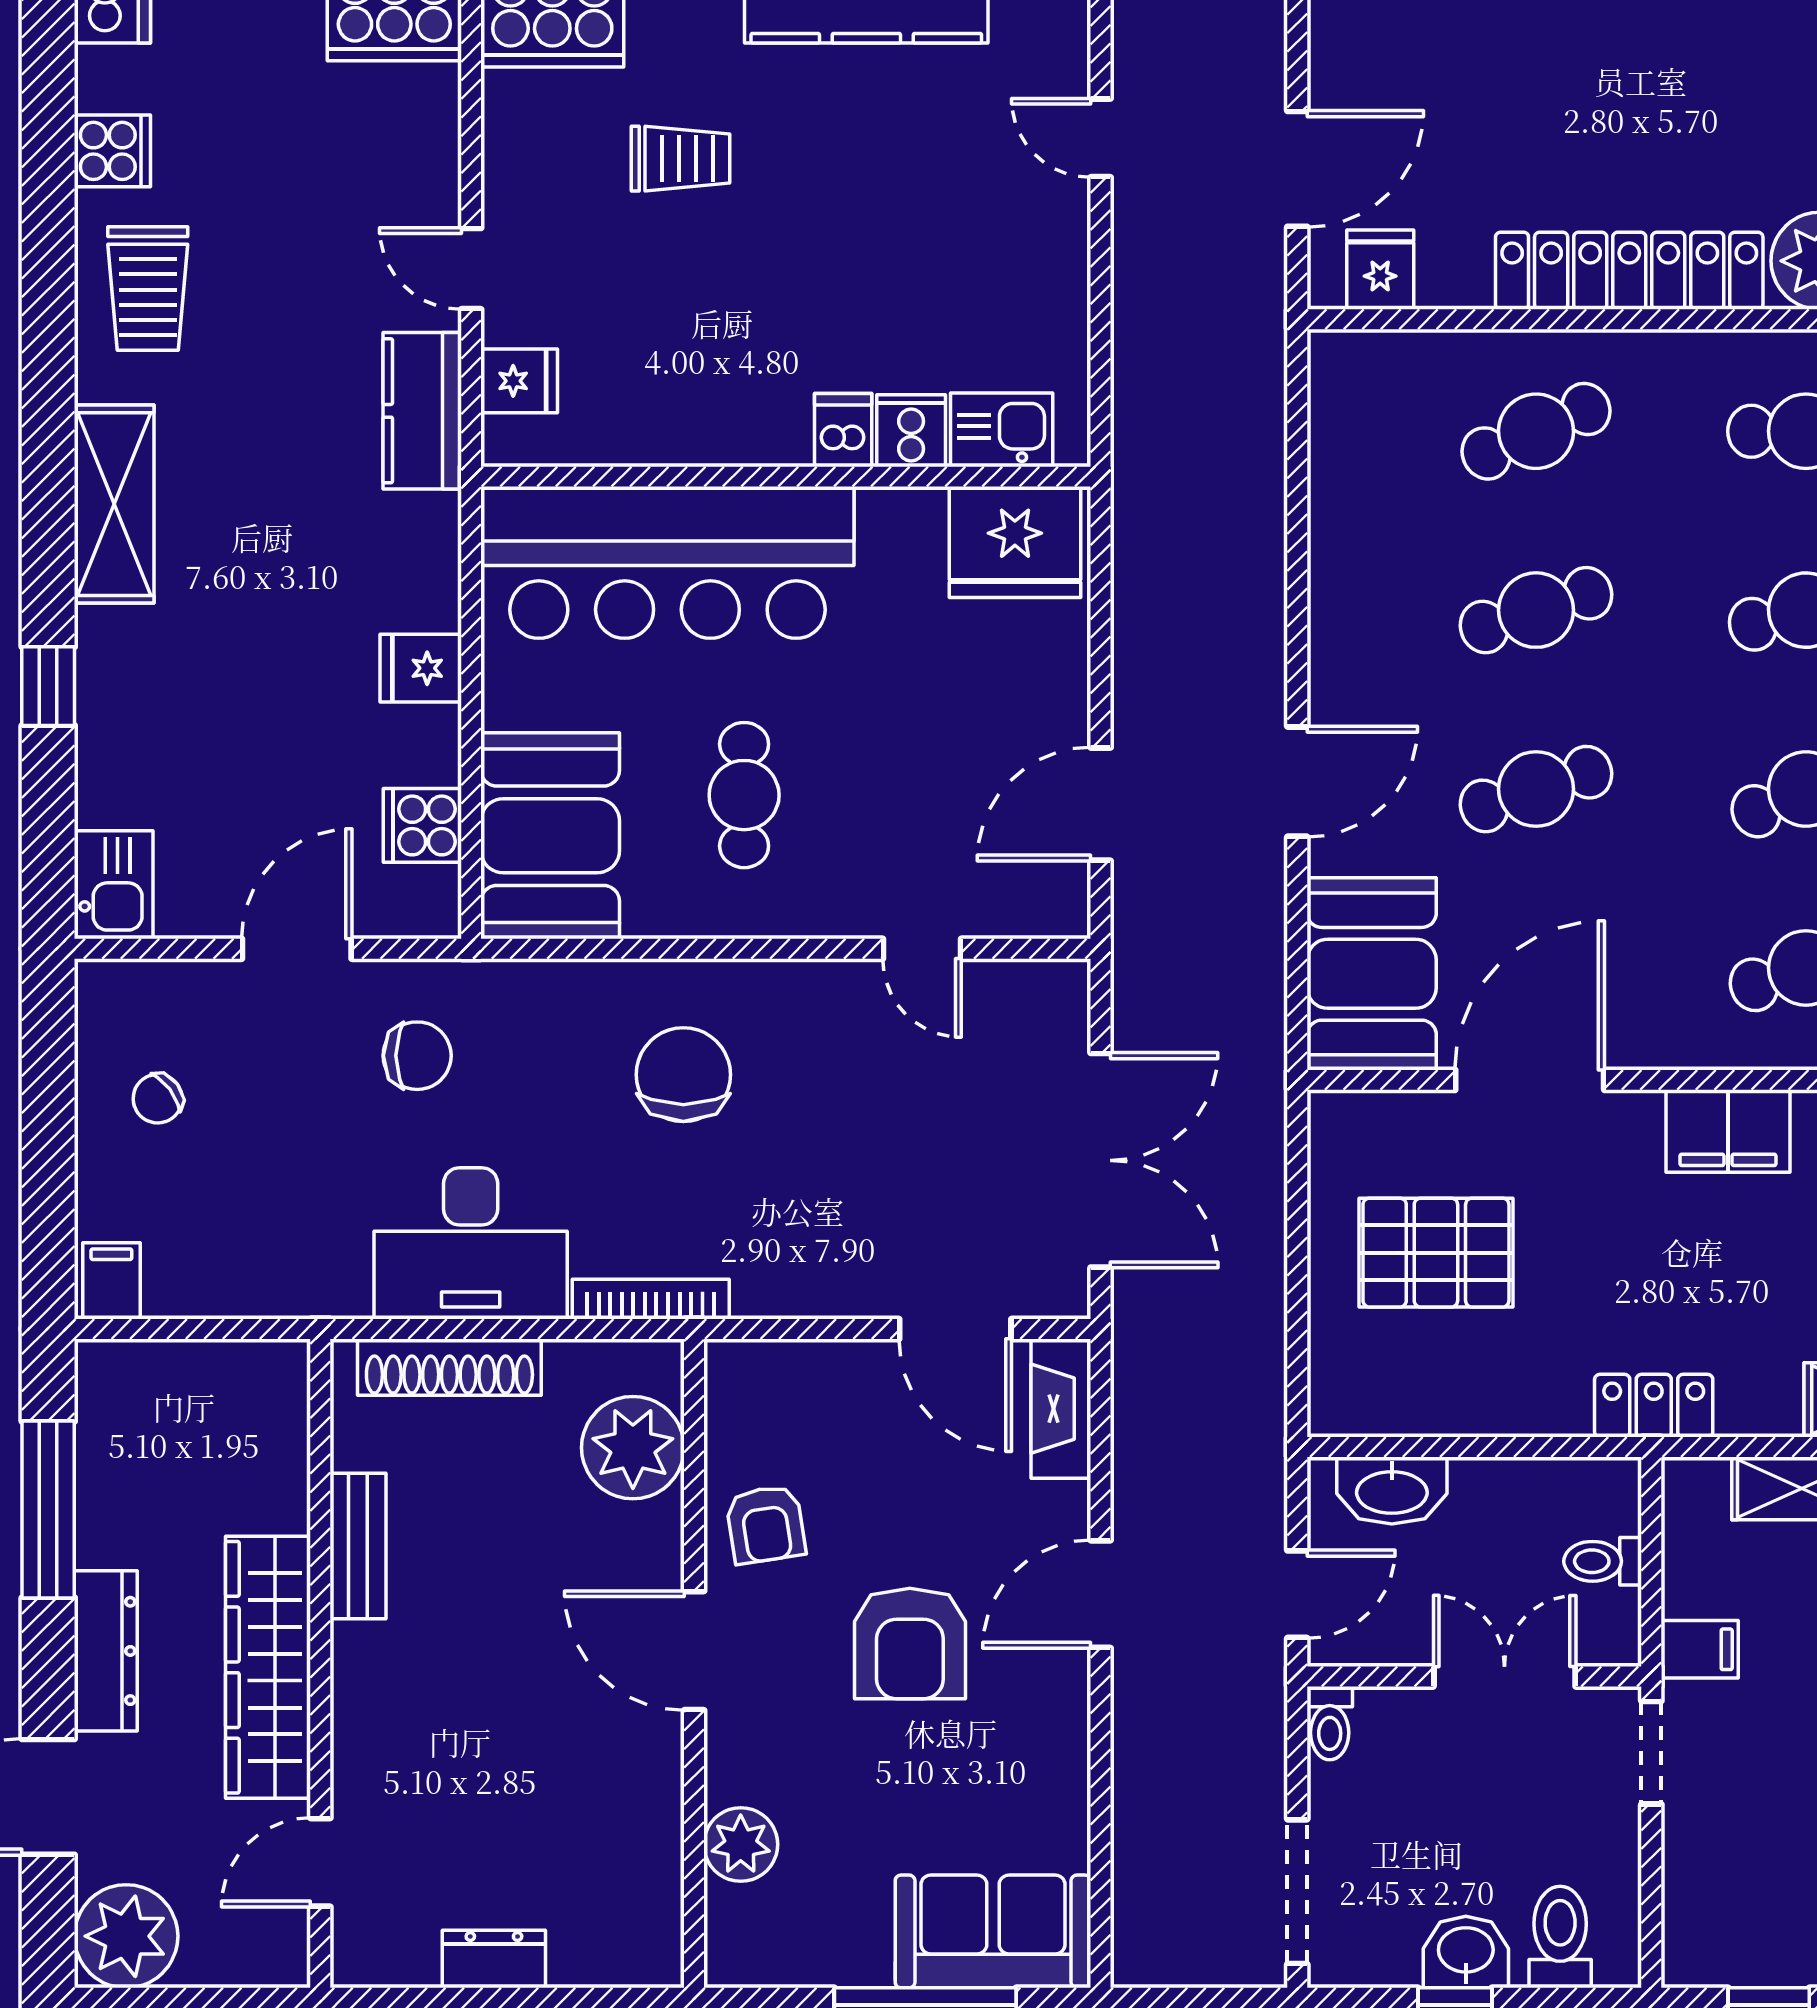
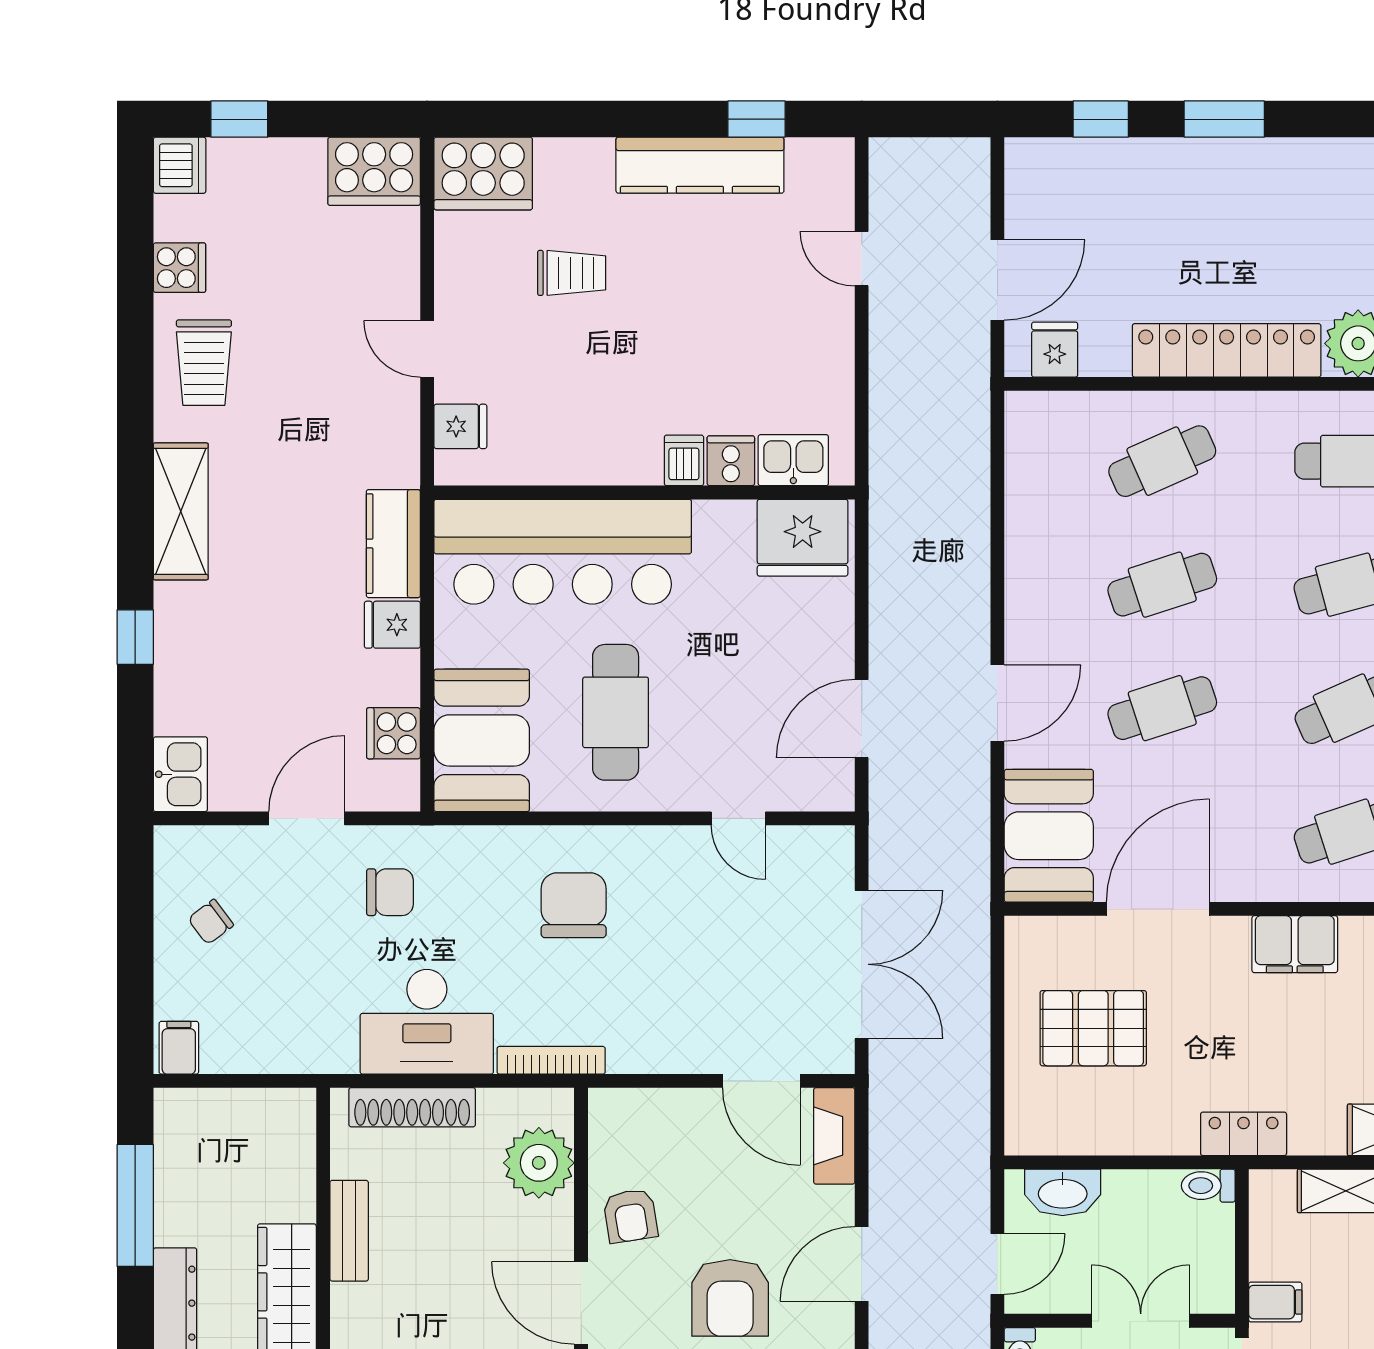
kitchen counter: (422, 411) -> (393, 544), moved
cafe table: (744, 795) -> (616, 712), width x1.37, depth x1.35
toilet: (1603, 1561) -> (1208, 1186), moved

